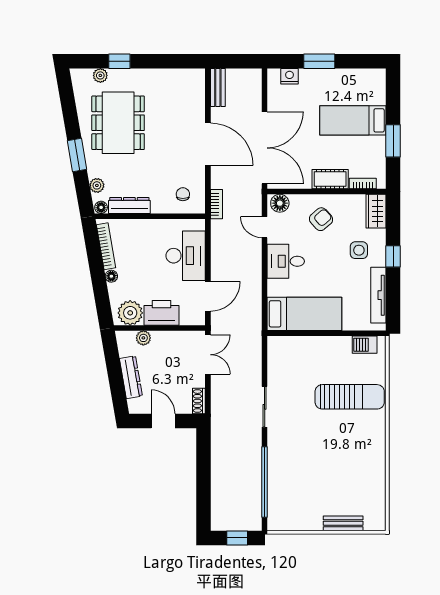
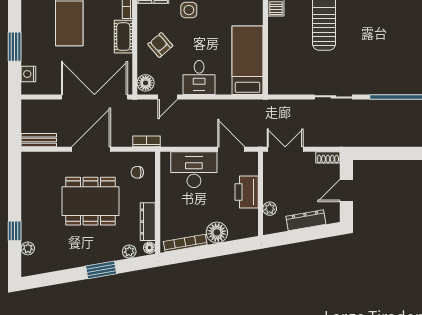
dining table: (118, 123) -> (90, 201), moved
floor lamp: (111, 276) -> (217, 232), width x1.89, depth x1.89
plant: (130, 313) -> (247, 221), removed

